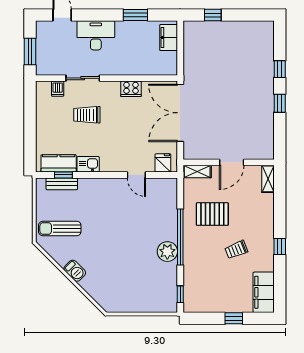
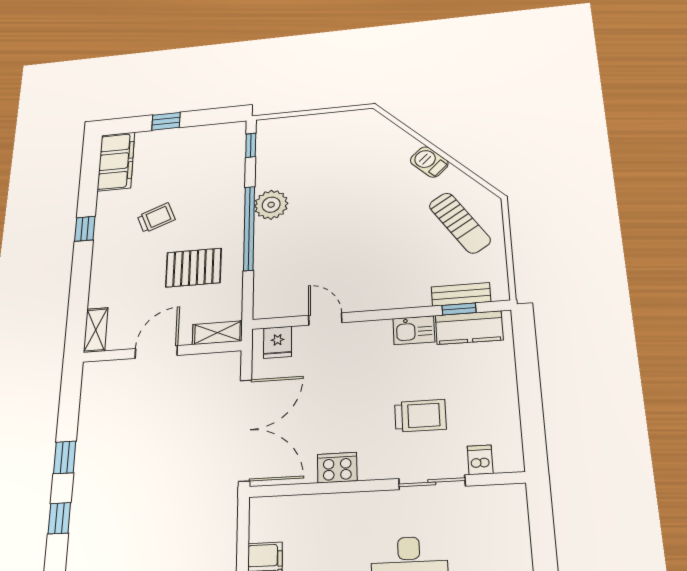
window: (30, 52) -> (542, 528), removed
sun lounger: (60, 228) -> (460, 223), turned 57

